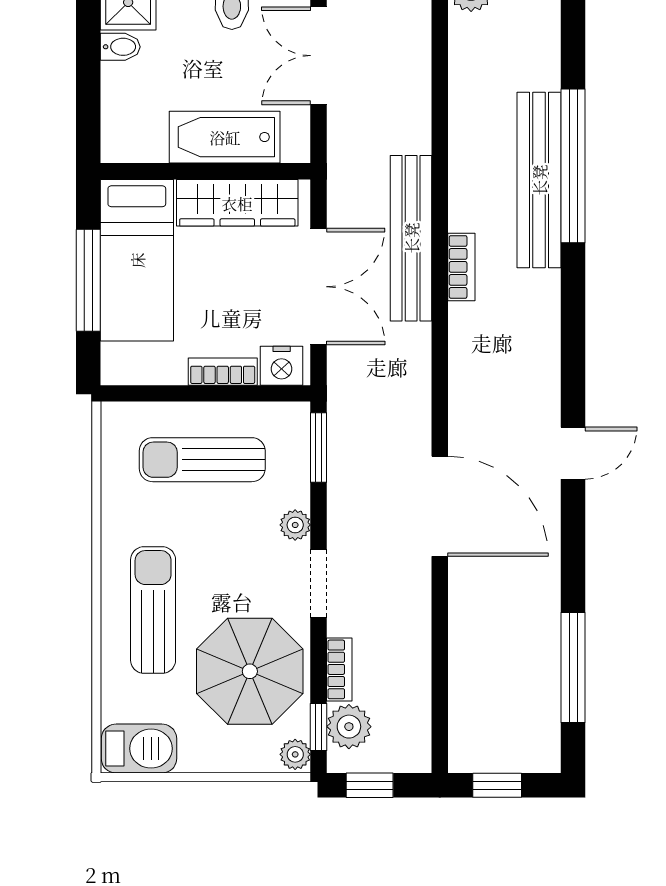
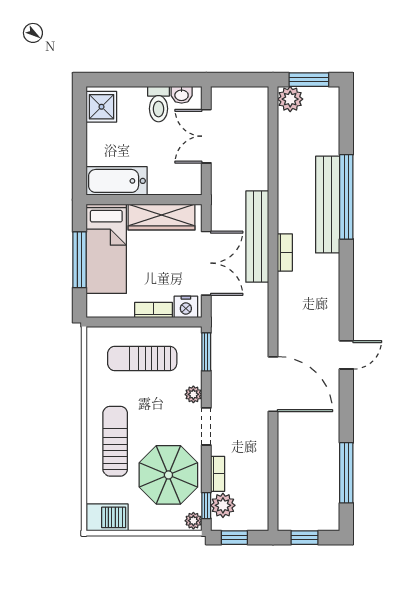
bidet: (120, 47) -> (97, 131), removed
bathtub: (225, 137) -> (117, 181), moved

